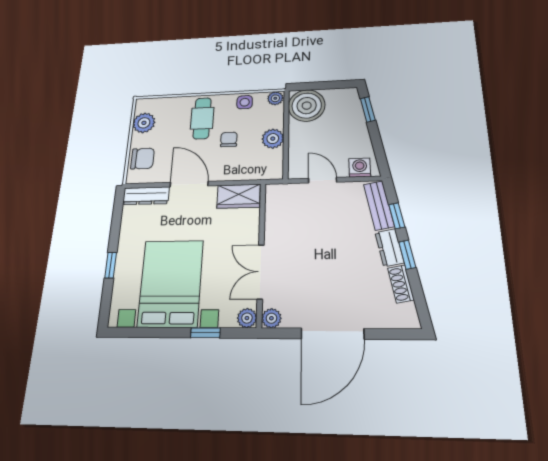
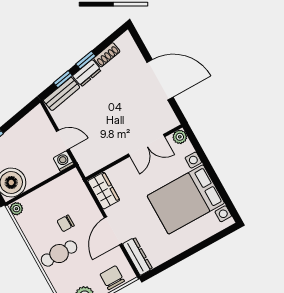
side table: (245, 102) -> (31, 230), removed
plant: (273, 139) -> (49, 192), removed
washing machine: (360, 168) -> (64, 161), moved, turned 90
door: (323, 180) -> (63, 140), swing flipped
window: (111, 265) -> (197, 248), removed
plant: (271, 318) -> (171, 122), removed
window: (205, 333) -> (203, 157), removed

